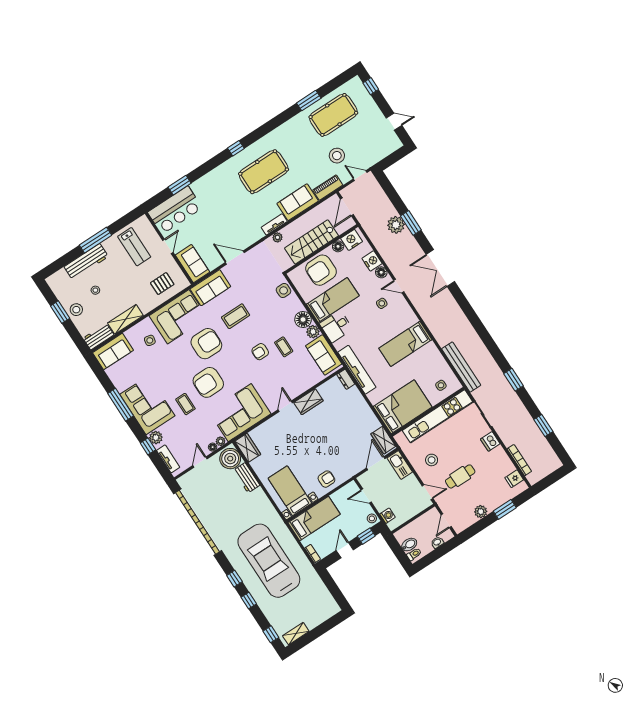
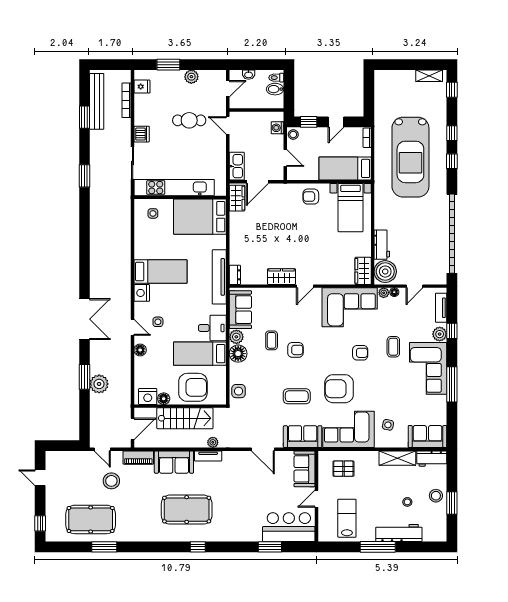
nightstand: (372, 261) -> (142, 293), moved
bench: (461, 367) -> (97, 101), moved
armchair: (208, 382) -> (360, 353), width x0.53, depth x0.53
stool: (432, 460) -> (205, 152), removed

